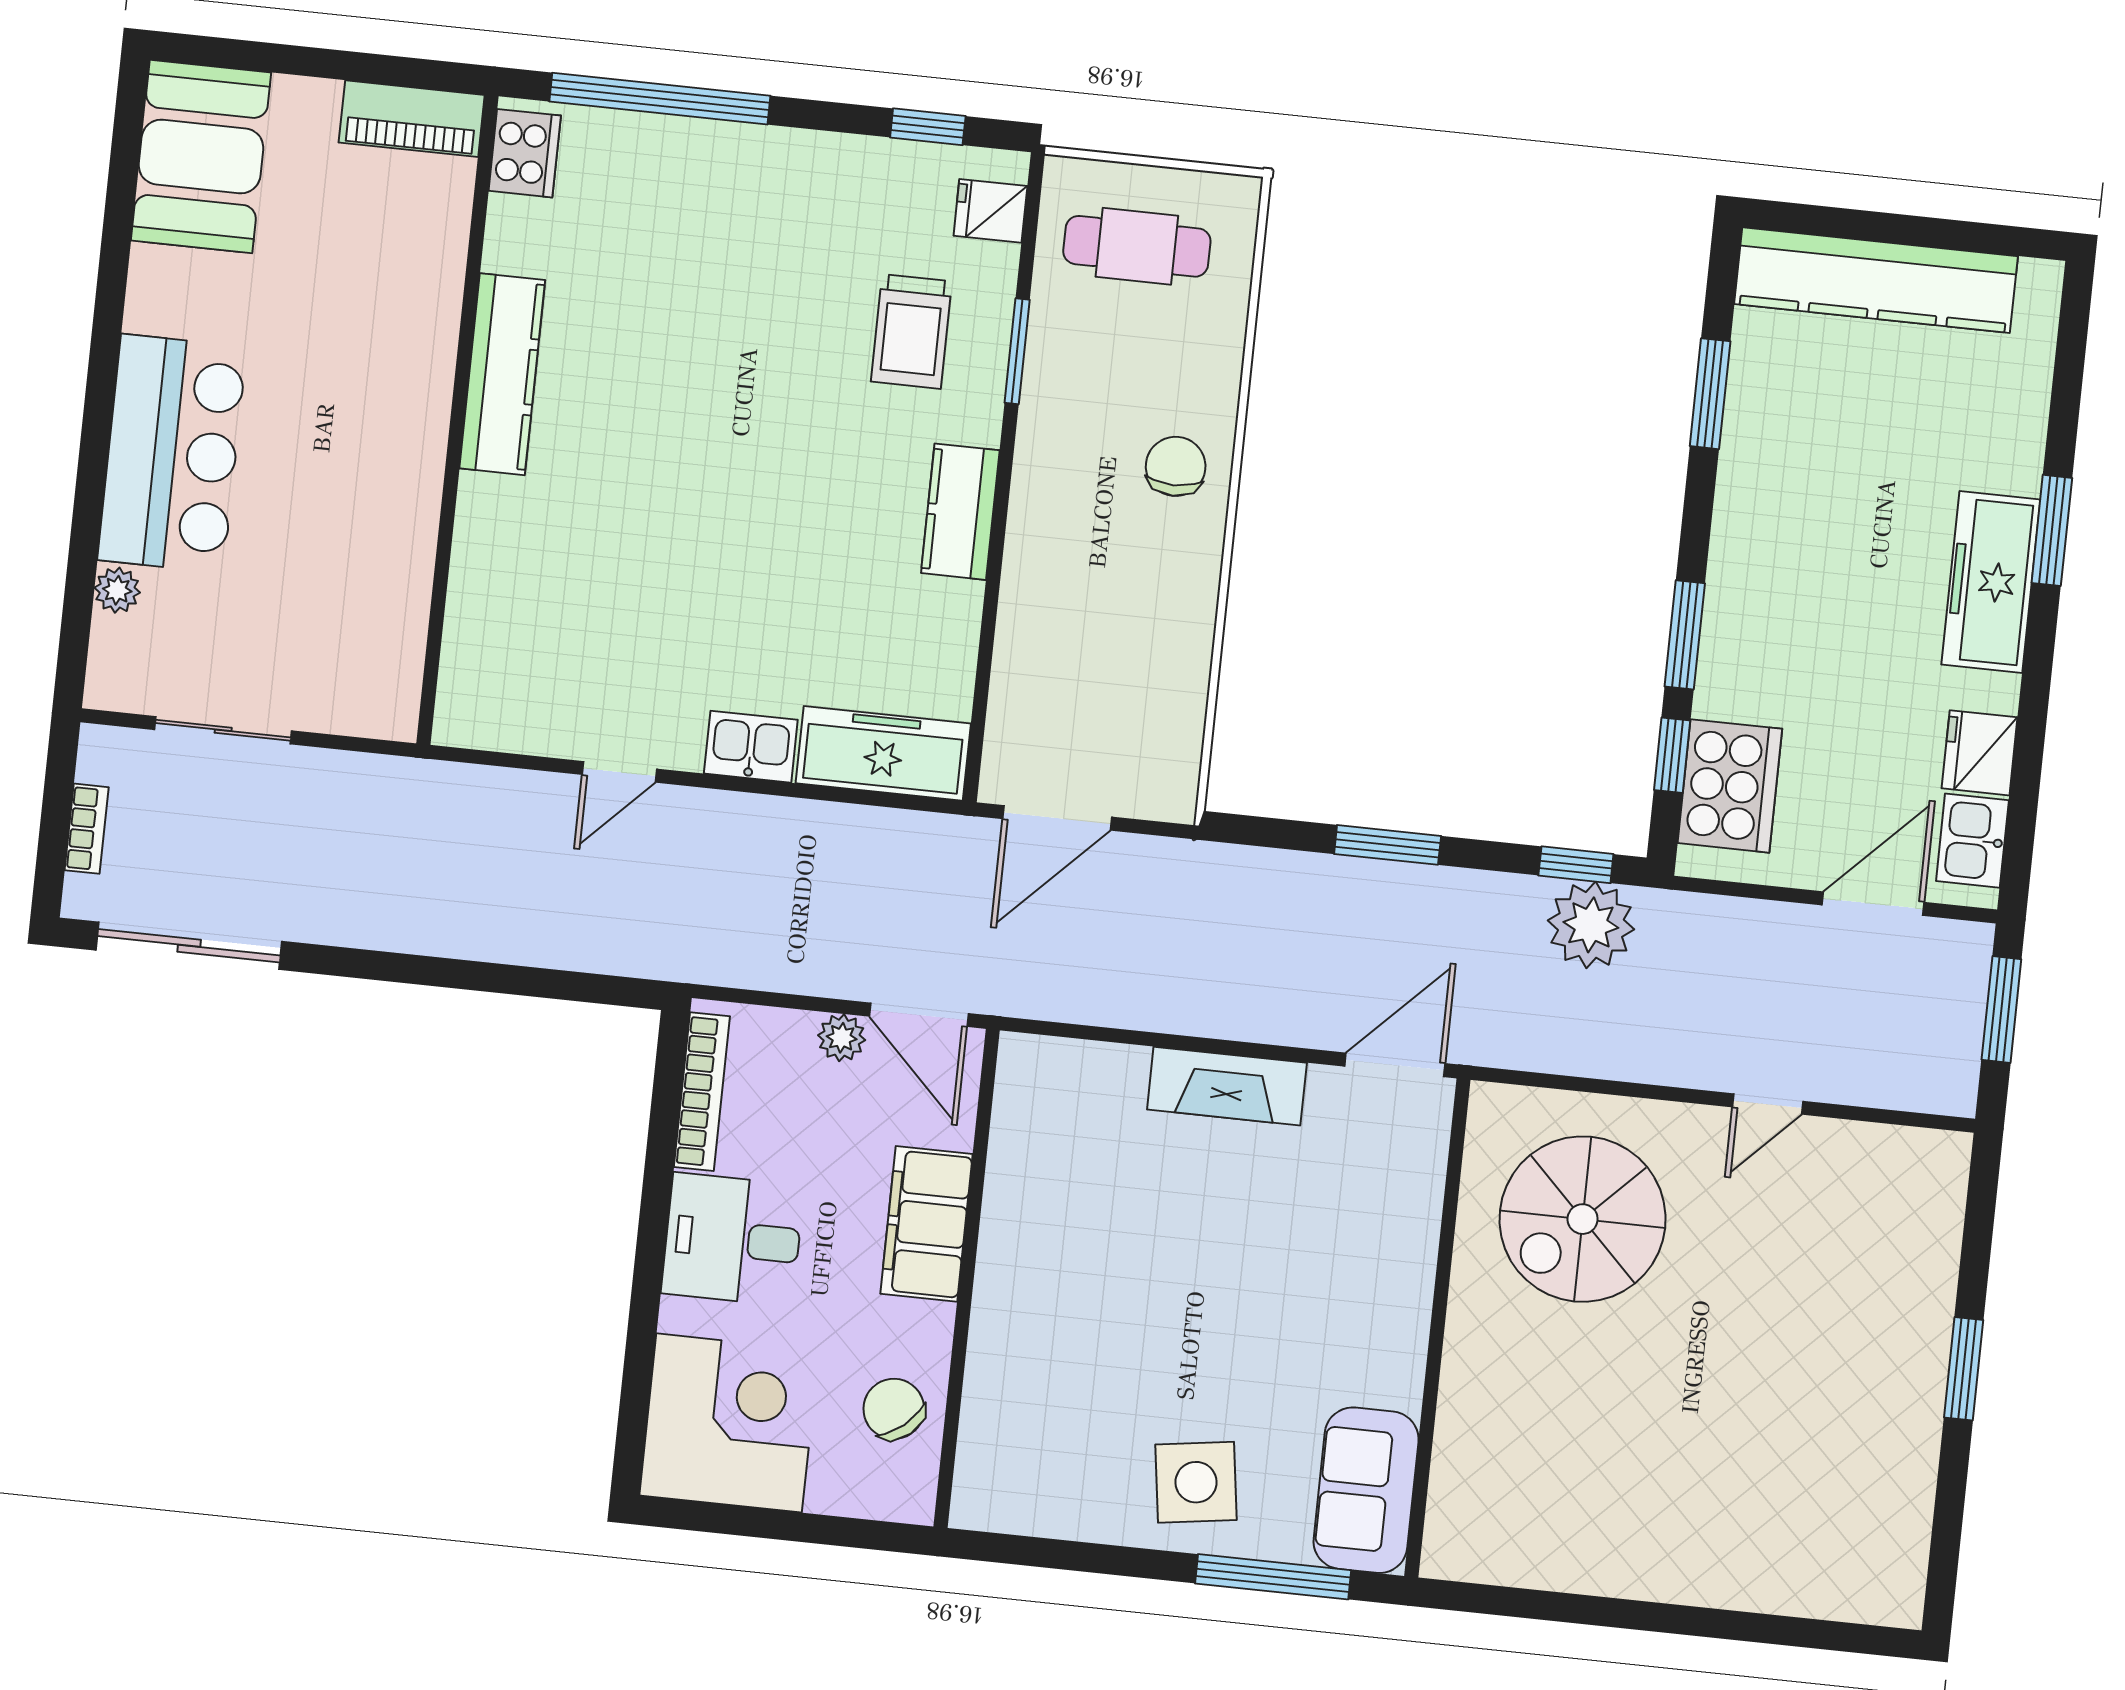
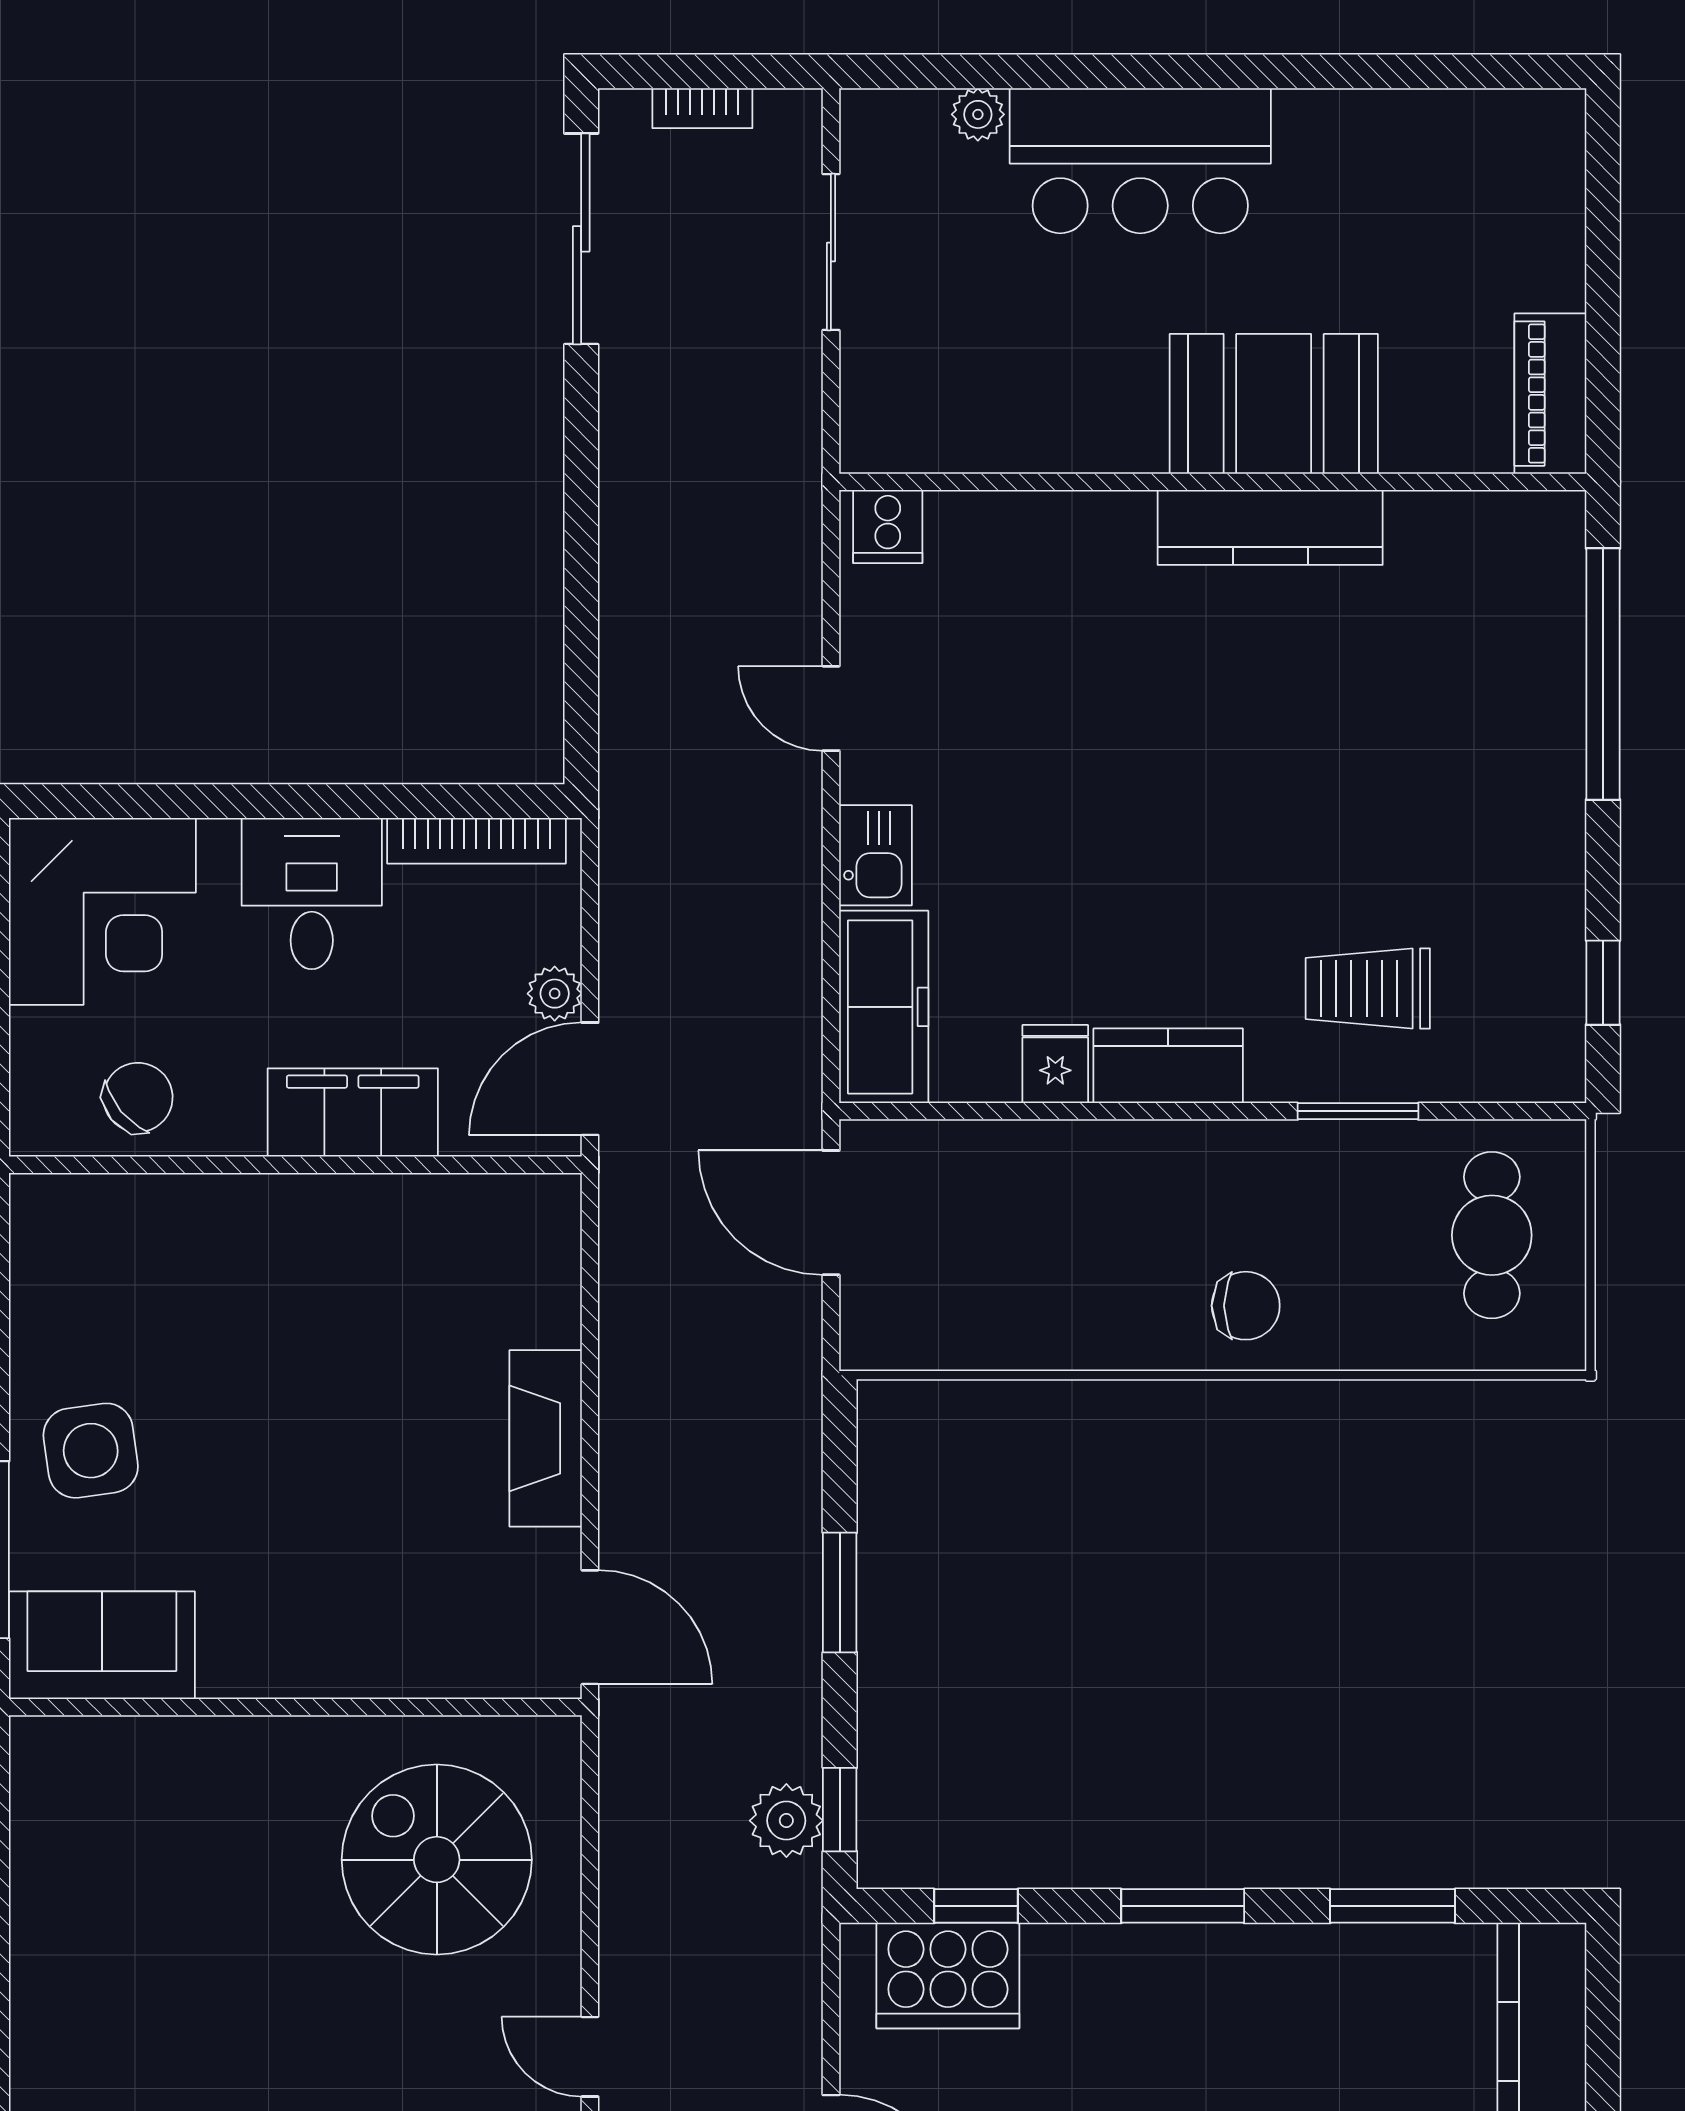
cooker: (525, 153) -> (888, 526), moved, width x0.73
booth: (201, 156) -> (1274, 404), moved
fridge: (990, 211) -> (1055, 1064), moved
window: (1685, 635) -> (1183, 1906), moved
plant: (1591, 925) -> (786, 1821), width x0.73, depth x0.73

